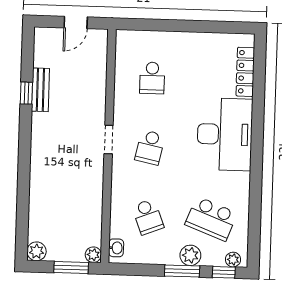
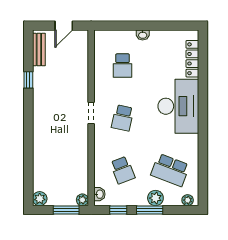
washbasin: (180, 38) -> (143, 35), added
bench: (40, 90) -> (39, 49), moved
window: (224, 272) -> (118, 210), moved

